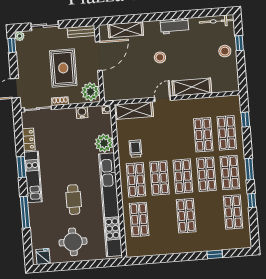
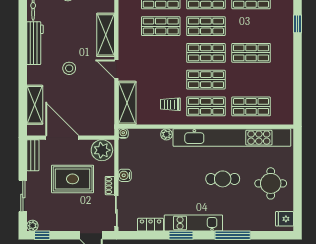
workbench: (175, 26) -> (35, 43), width x1.38
water cooler: (82, 113) -> (125, 175), moved
plant: (104, 143) -> (166, 134), width x0.53, depth x0.53

